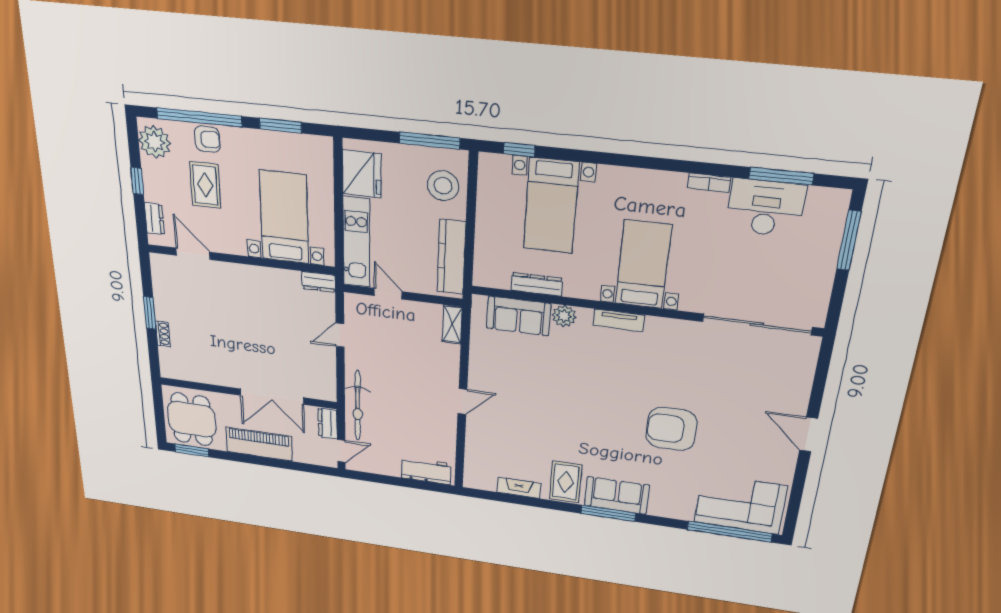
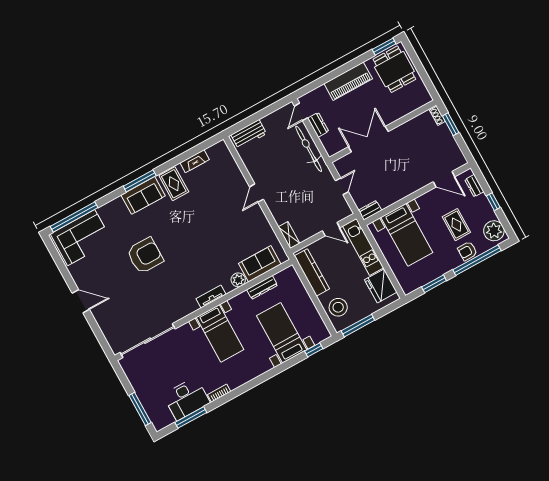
wall: (248, 393) -> (383, 131), moved
double door: (272, 397) -> (368, 139), moved

